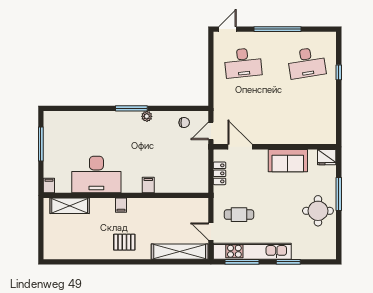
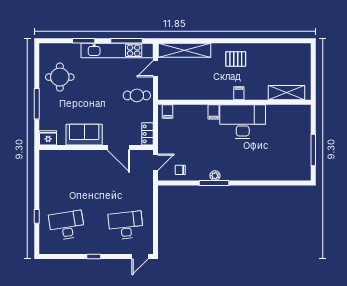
window: (277, 29) -> (94, 257), width x0.32
window: (131, 108) -> (214, 183), moved
door: (240, 147) -> (118, 147), moved
locker: (220, 173) -> (147, 134), moved
desk: (96, 174) -> (243, 122), moved
filing cabinet: (49, 185) -> (168, 112), moved
round table: (318, 211) -> (60, 77), moved
cafe table: (239, 215) -> (137, 95), moved
door: (211, 232) -> (155, 69), swing flipped

